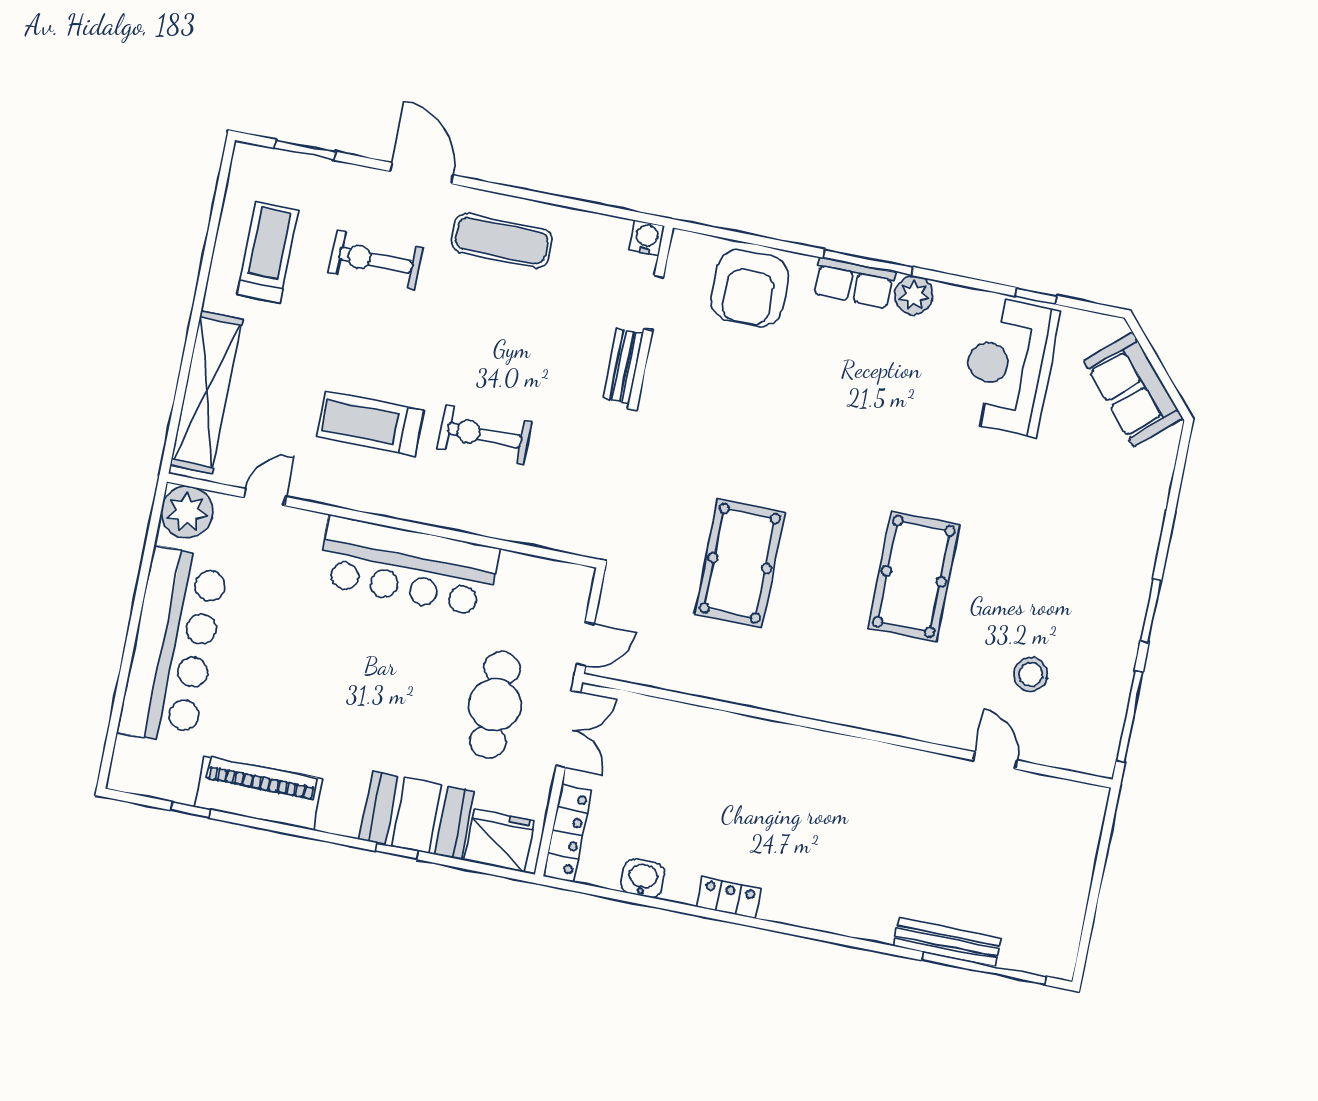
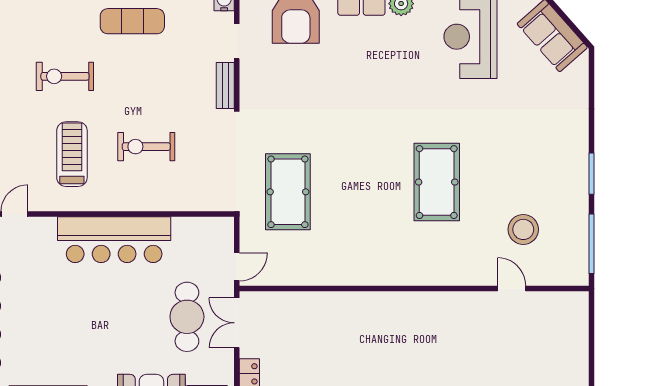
exercise bike: (376, 260) -> (65, 76), moved
treadmill: (370, 424) -> (72, 154), turned 90
pool table: (740, 563) -> (288, 192), moved
stool: (1031, 674) -> (523, 229), width x1.38, depth x1.38
double door: (568, 729) -> (237, 323), swing flipped

